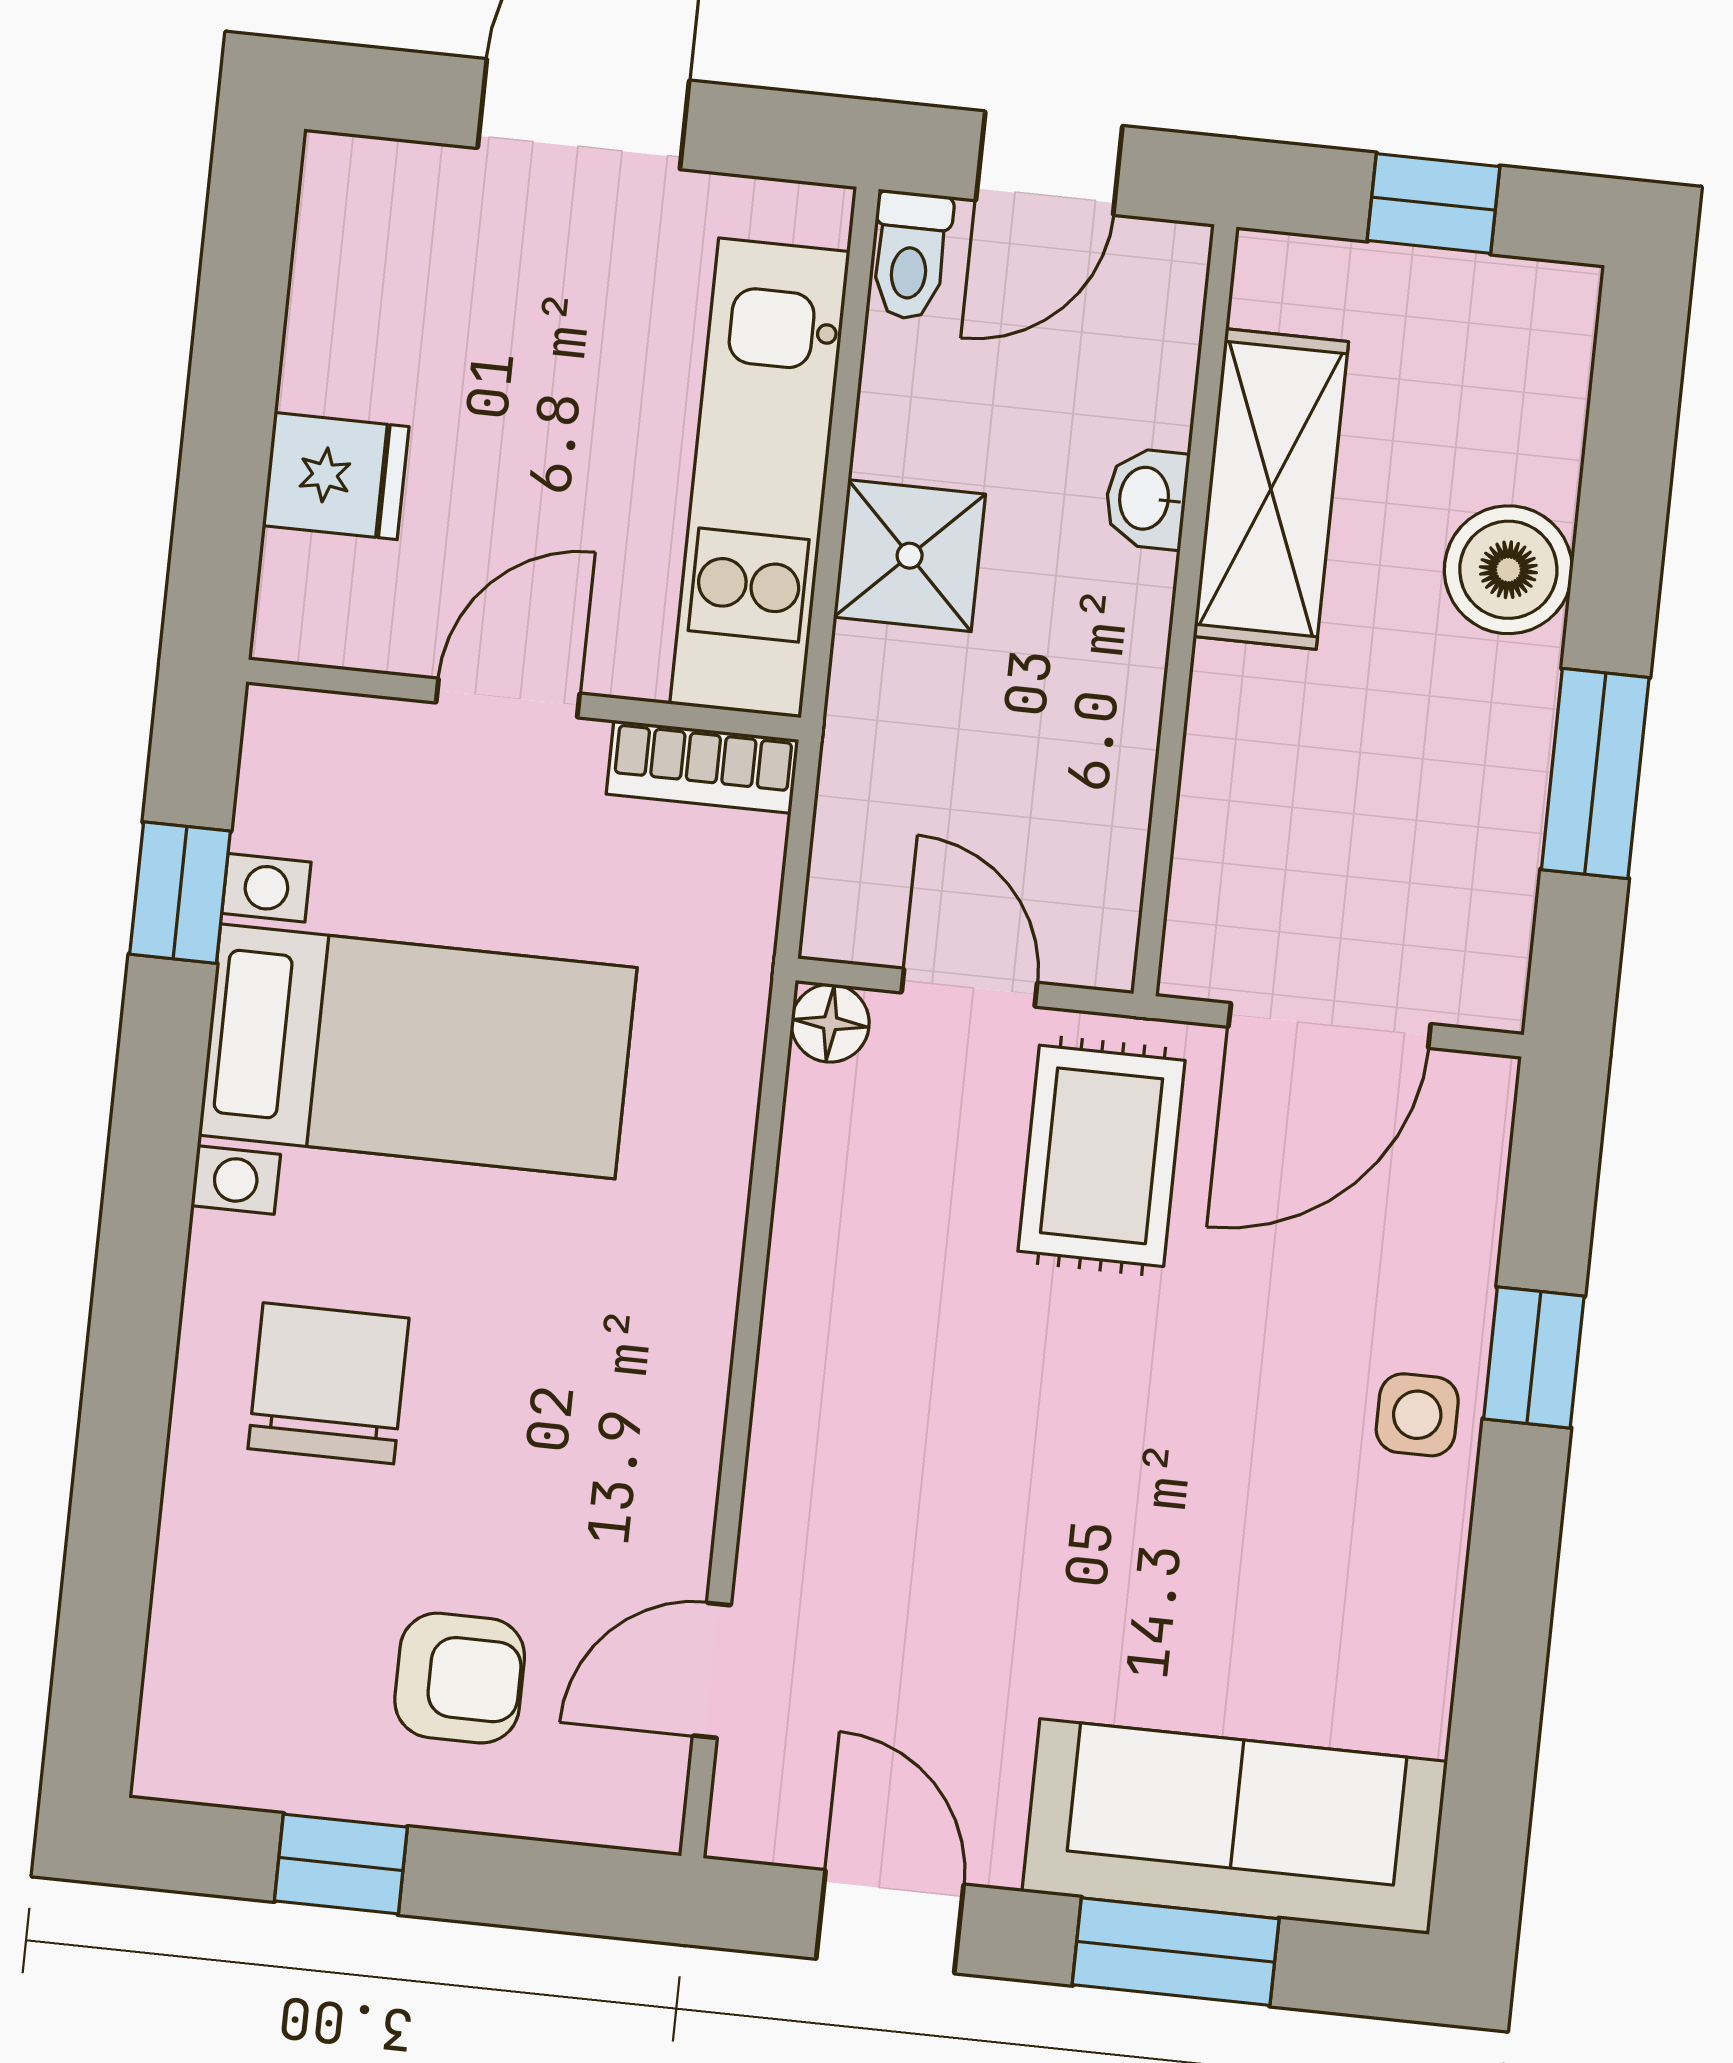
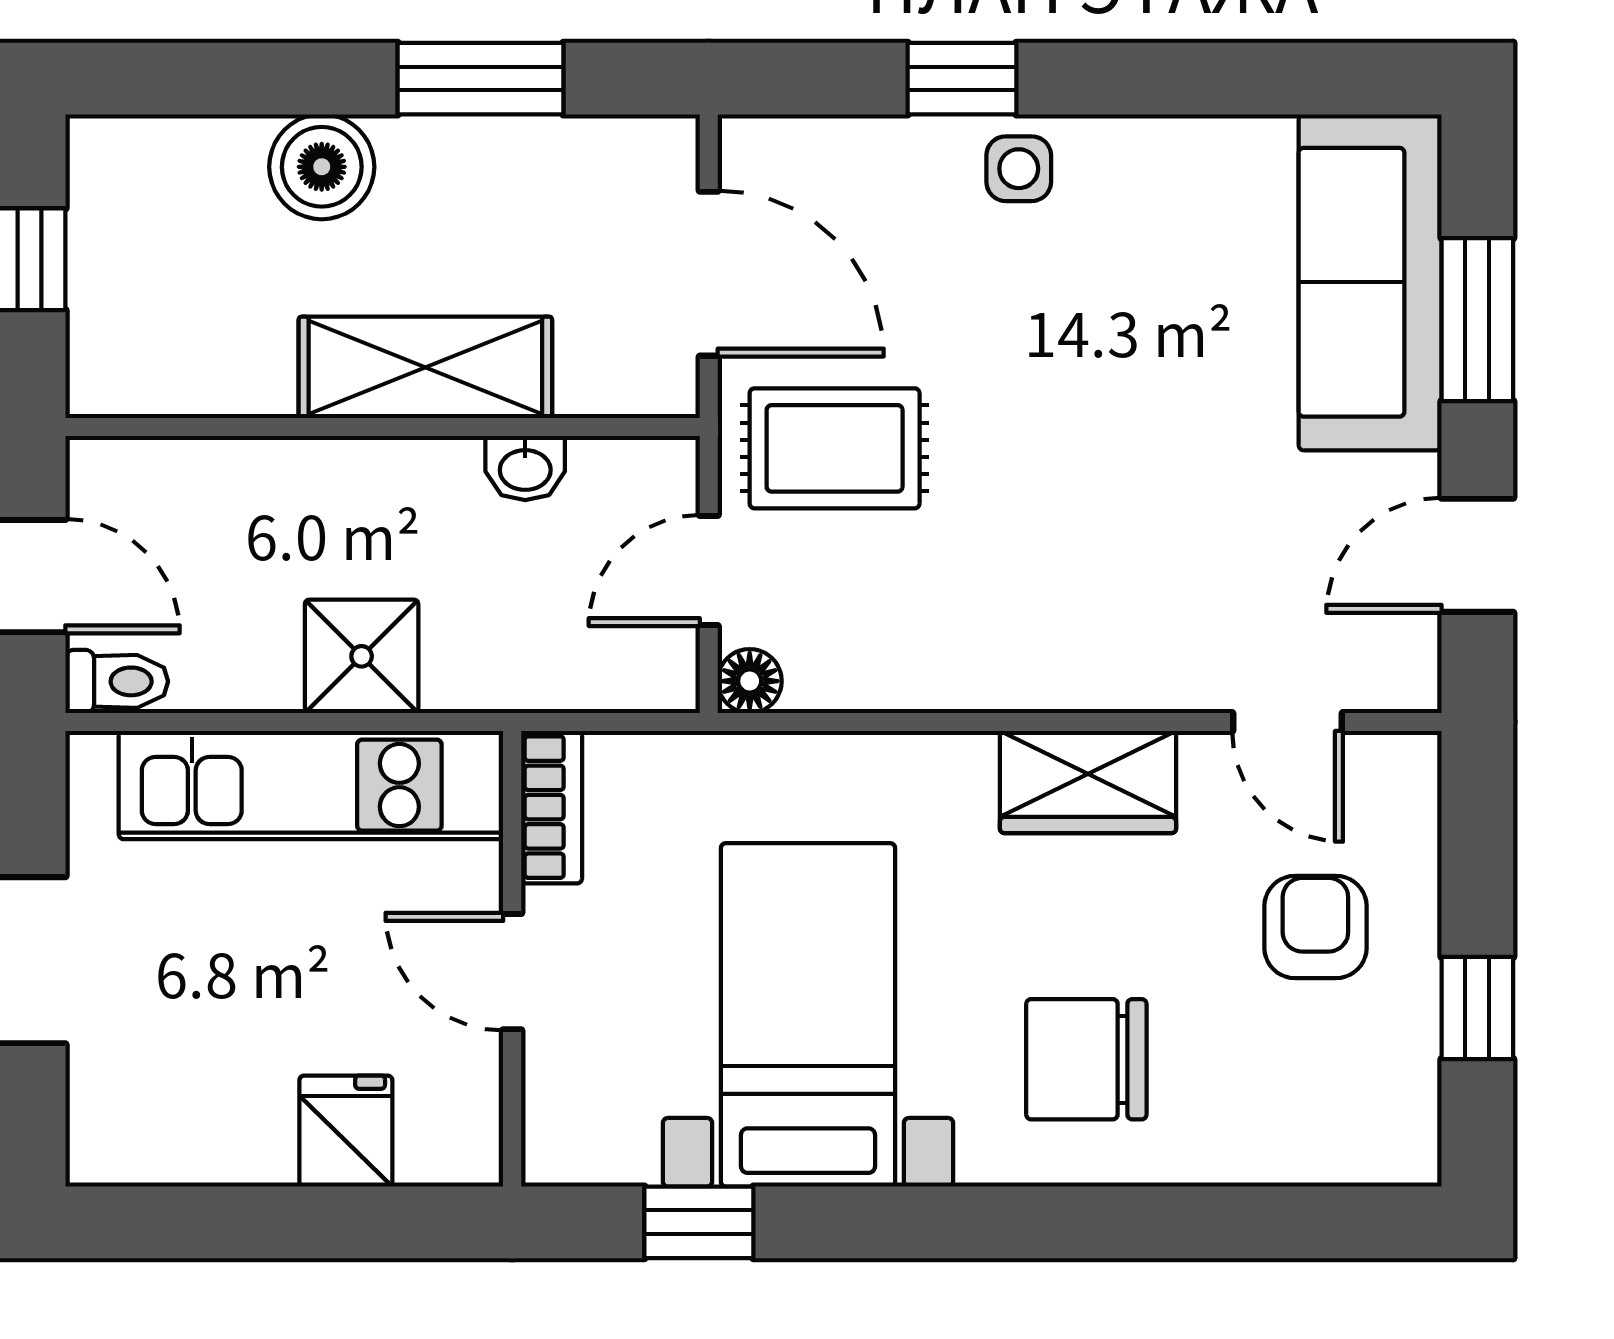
shelving: (1271, 489) -> (425, 367), moved
washbasin: (1146, 499) -> (525, 468), moved
wardrobe: (664, 1421) -> (1088, 782), added

